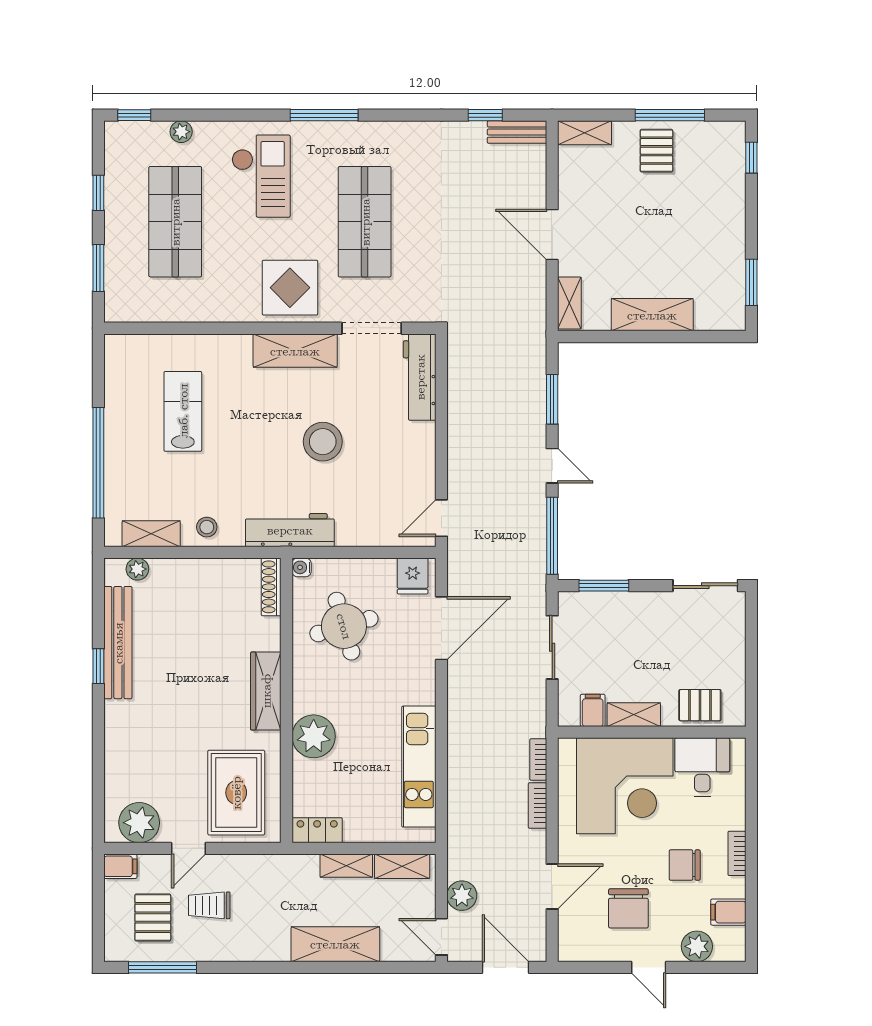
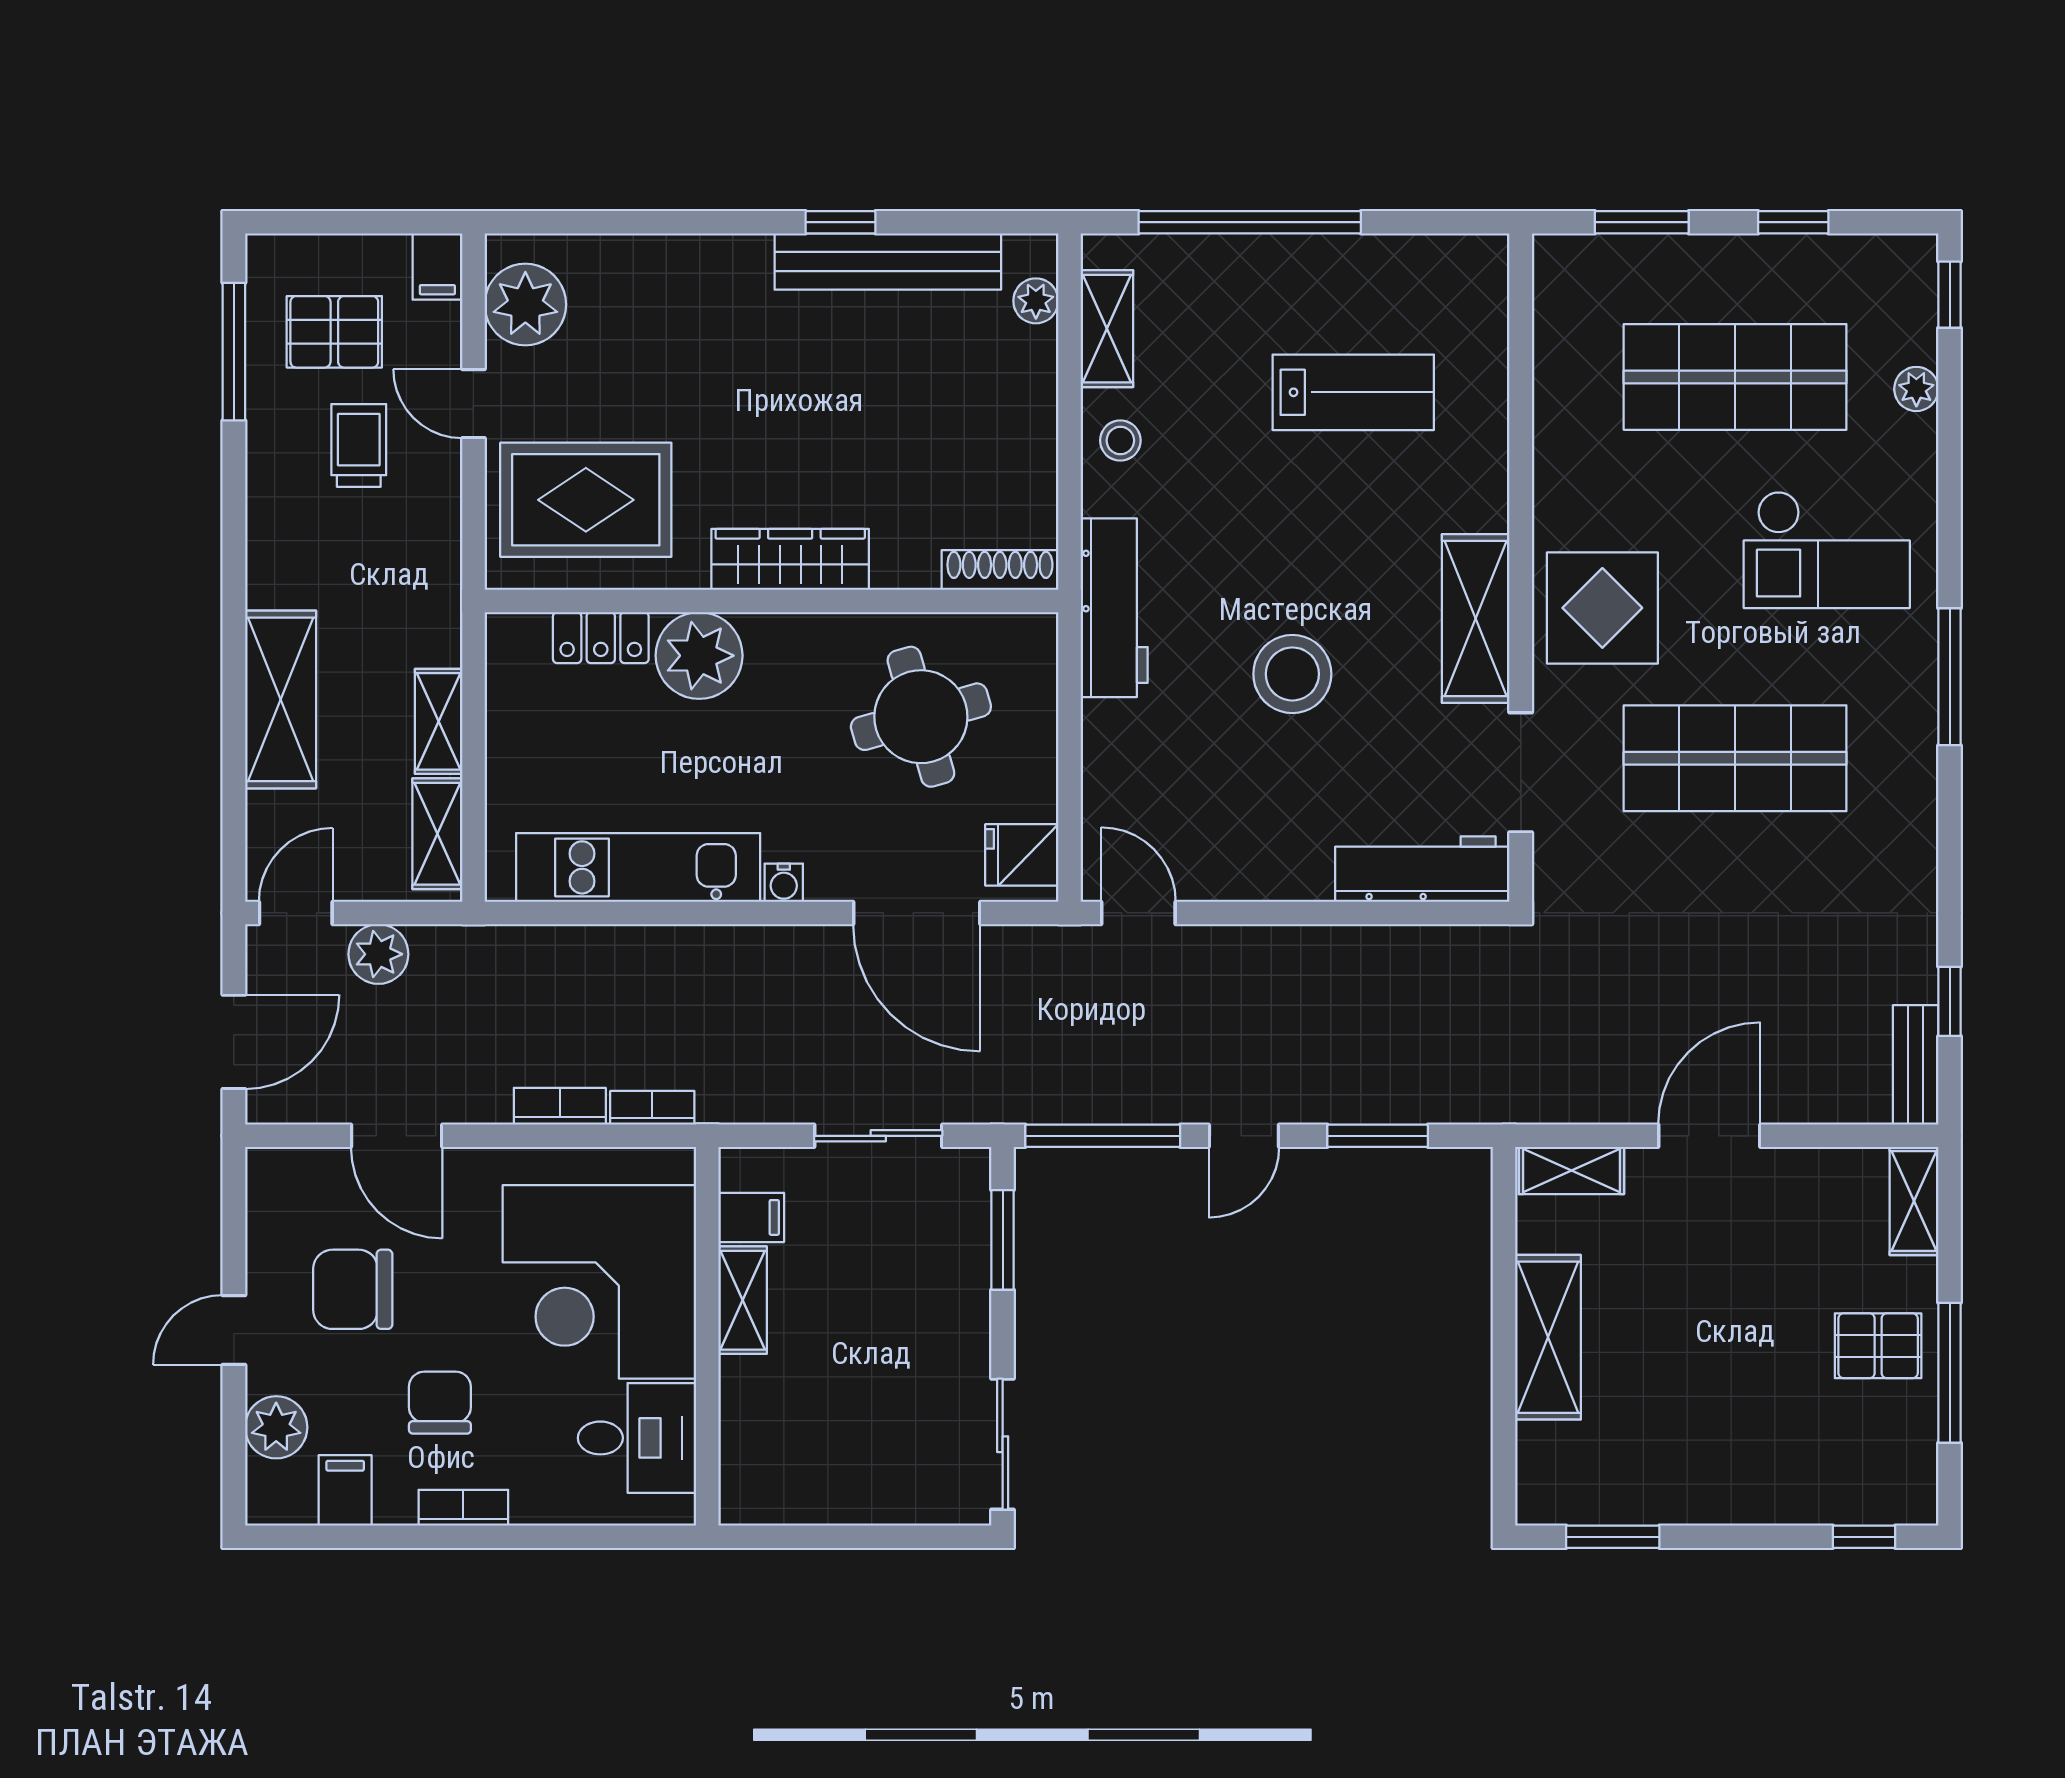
water cooler: (302, 567) -> (784, 883), moved, turned 180
pallet: (700, 705) -> (762, 1433), removed
locker: (317, 830) -> (601, 638), moved, turned 90

